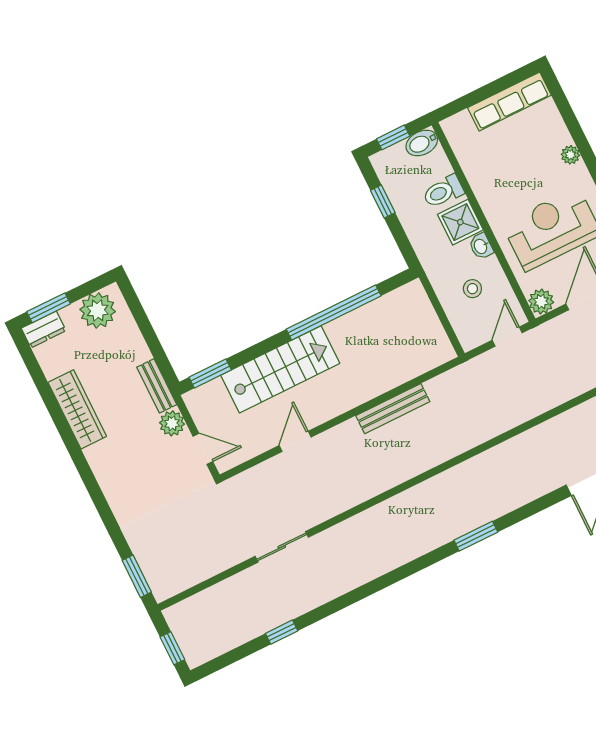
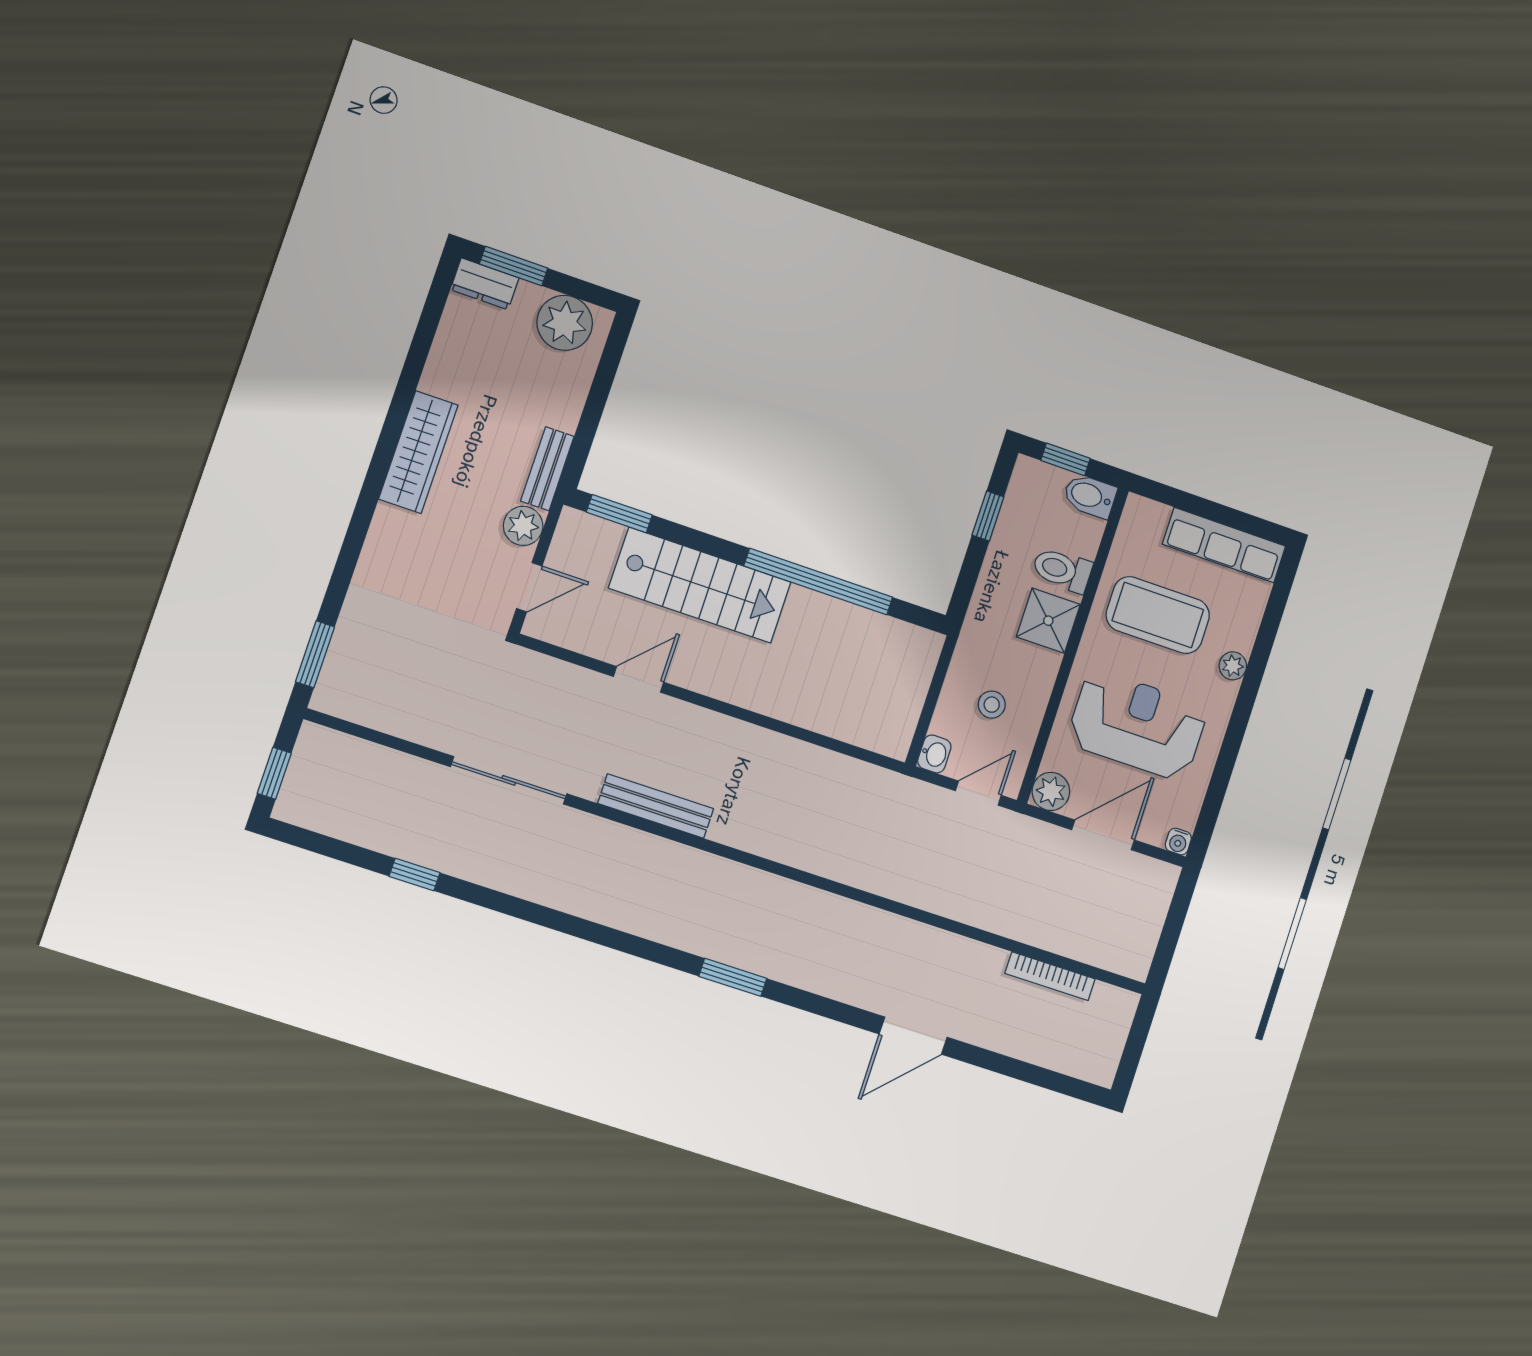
coffee table: (510, 167) -> (1158, 615), added
washbasin: (481, 246) -> (934, 754), moved, turned 180
wardrobe: (77, 409) -> (418, 452), moved
bench: (393, 409) -> (656, 806), moved
door: (203, 449) -> (529, 587), hinge flipped
sliding door: (282, 547) -> (509, 780), width x1.37

